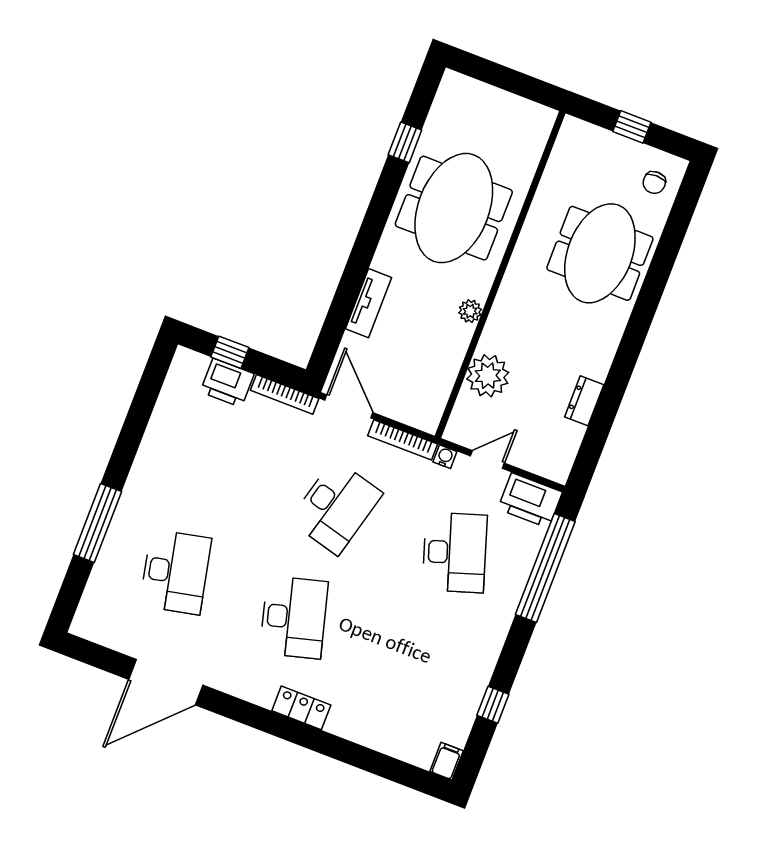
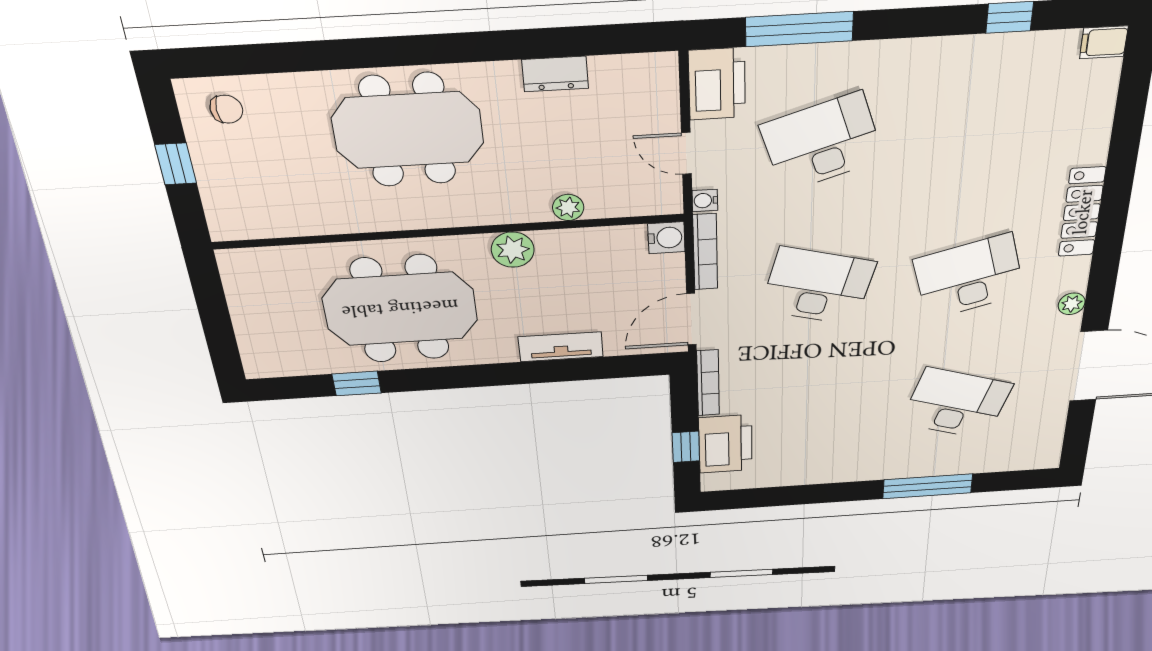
meeting table: (600, 253) -> (408, 130), moved
plant: (470, 311) -> (513, 250), width x1.38, depth x1.38
plant: (488, 376) -> (568, 207), width x0.53, depth x0.53
printer: (227, 383) -> (725, 444), width x1.37, depth x1.19
water cooler: (427, 418) -> (666, 238), added
window: (545, 568) -> (799, 29), width x0.68
desk: (175, 572) -> (956, 404), turned 30
plant: (233, 685) -> (1072, 304), added
locker: (301, 708) -> (1082, 212), width x1.53

